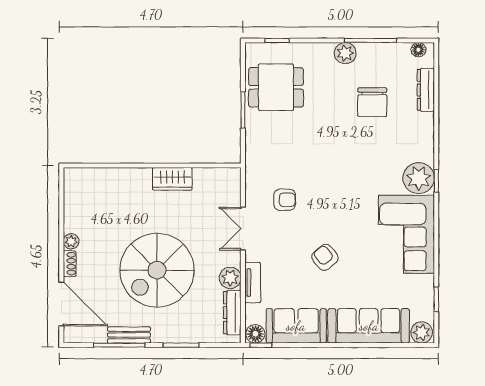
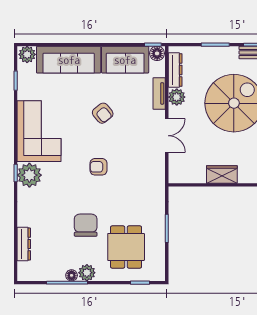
floor lamp: (418, 50) -> (72, 275), moved
dining table: (276, 87) -> (126, 247), moved, turned 90
chair: (372, 102) -> (86, 225), moved
armchair: (285, 200) -> (99, 167), moved

